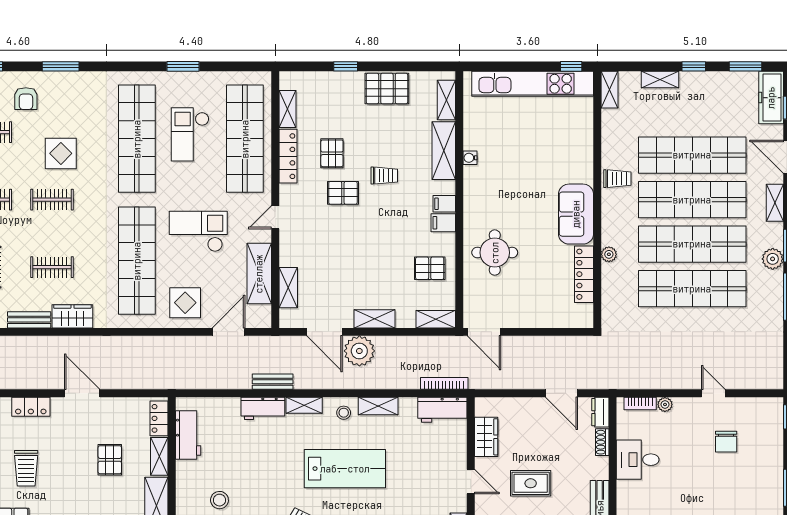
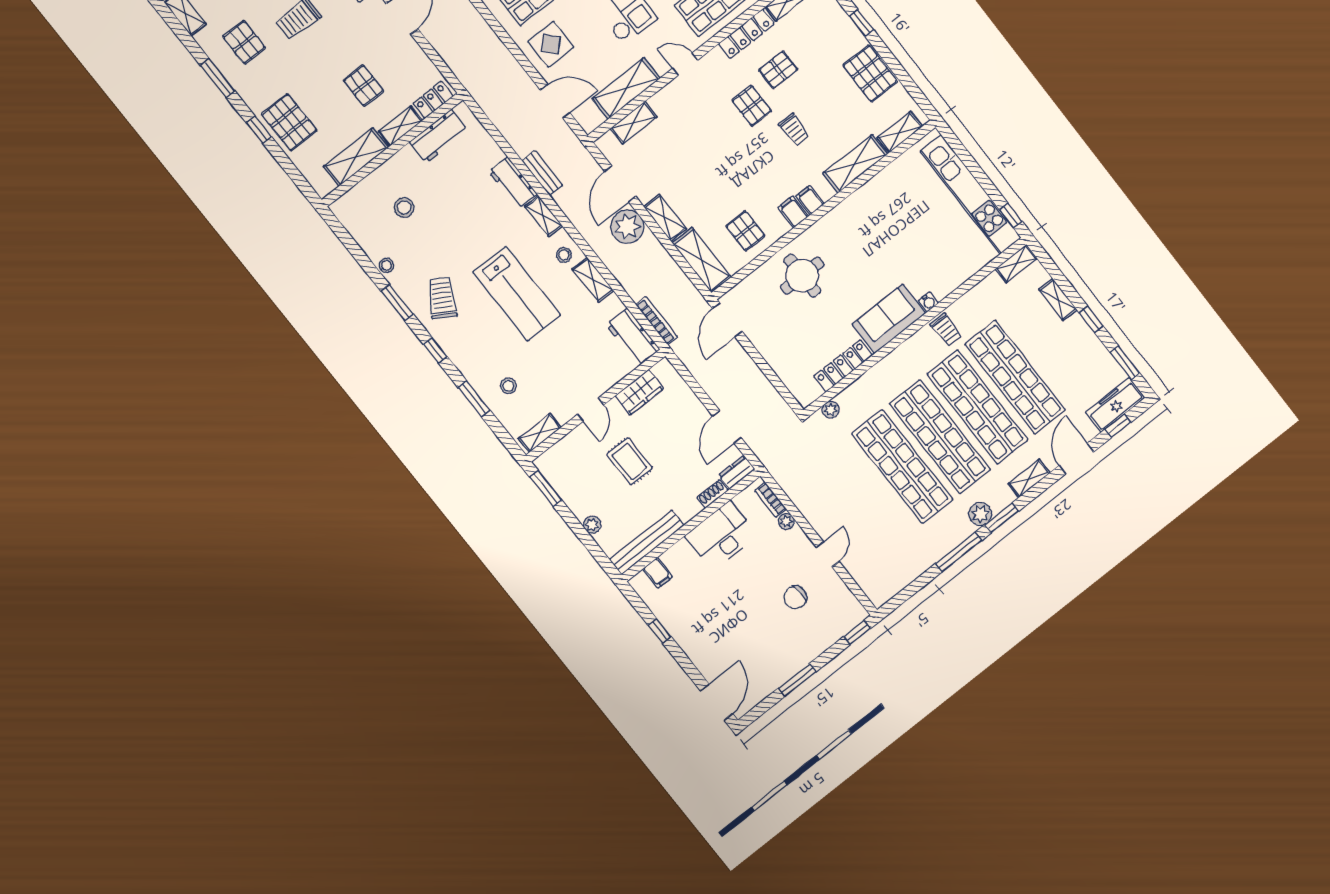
water cooler: (470, 158) -> (928, 302), moved, turned 180
plant: (609, 254) -> (831, 410), moved
shelving: (436, 319) -> (702, 260), width x1.50, depth x1.33
pallet: (110, 460) -> (364, 85), turned 90
desk: (638, 460) -> (721, 536), width x1.37

